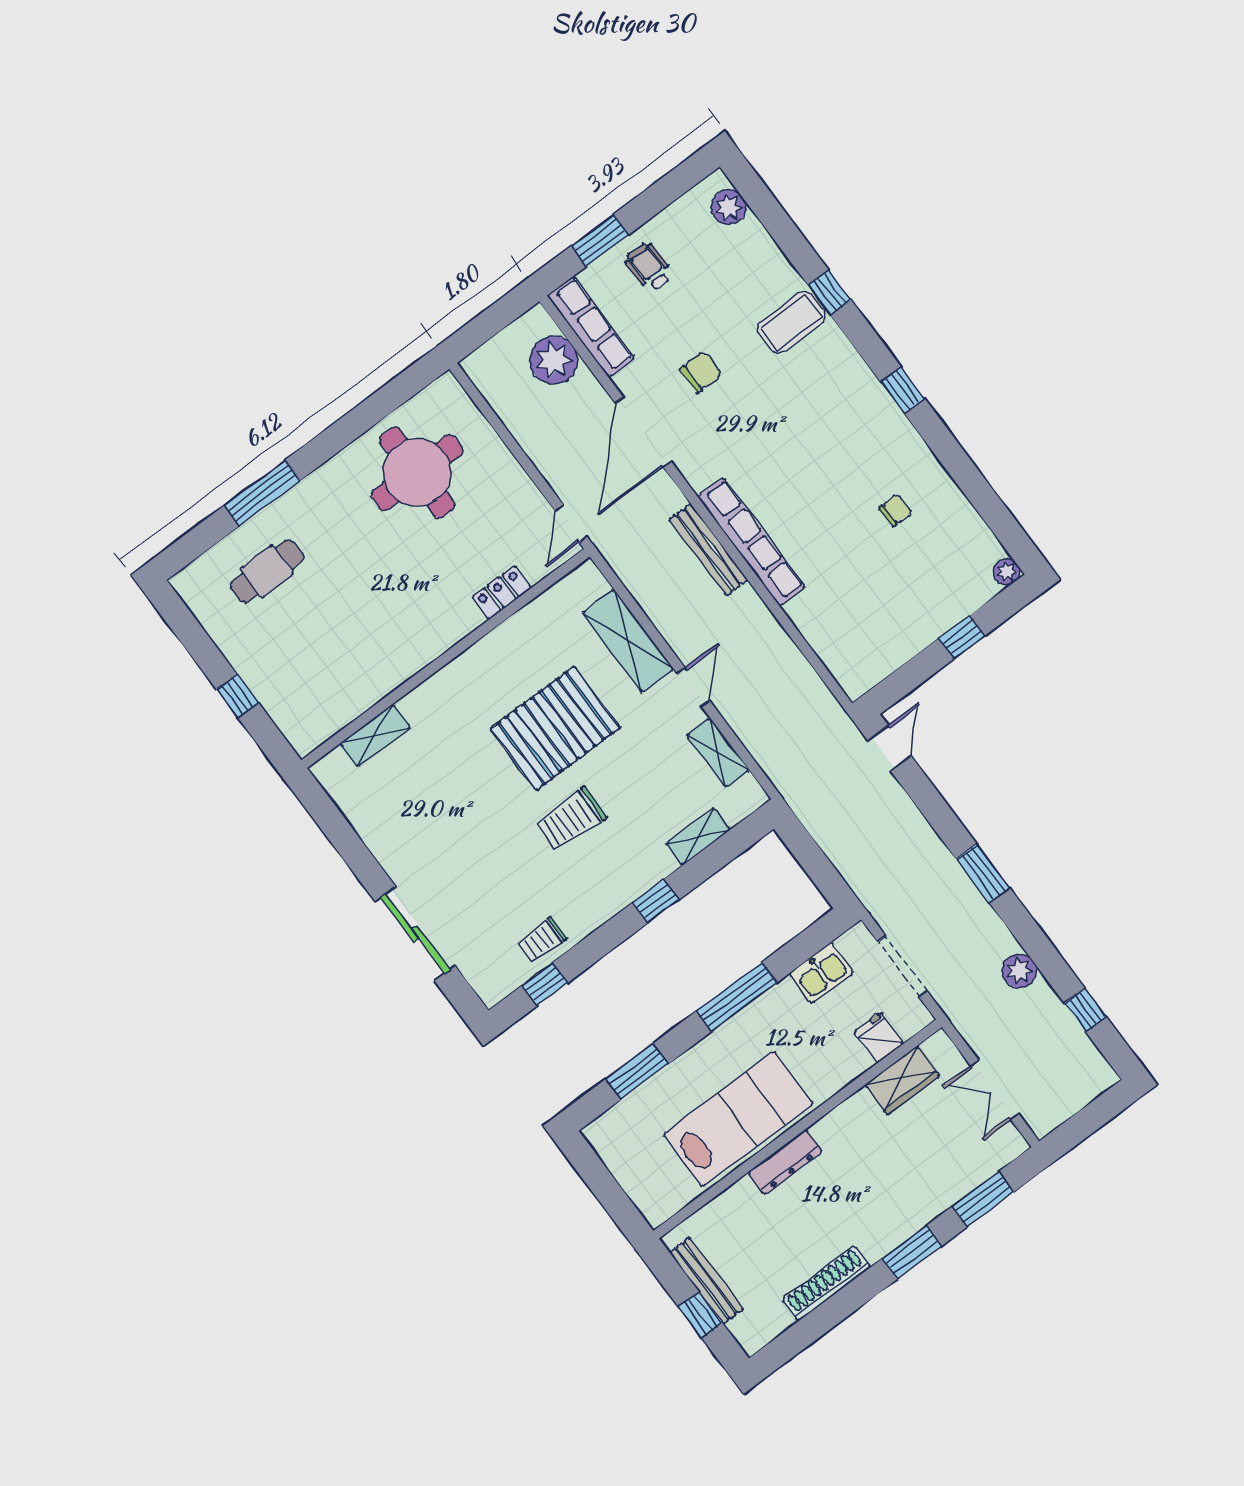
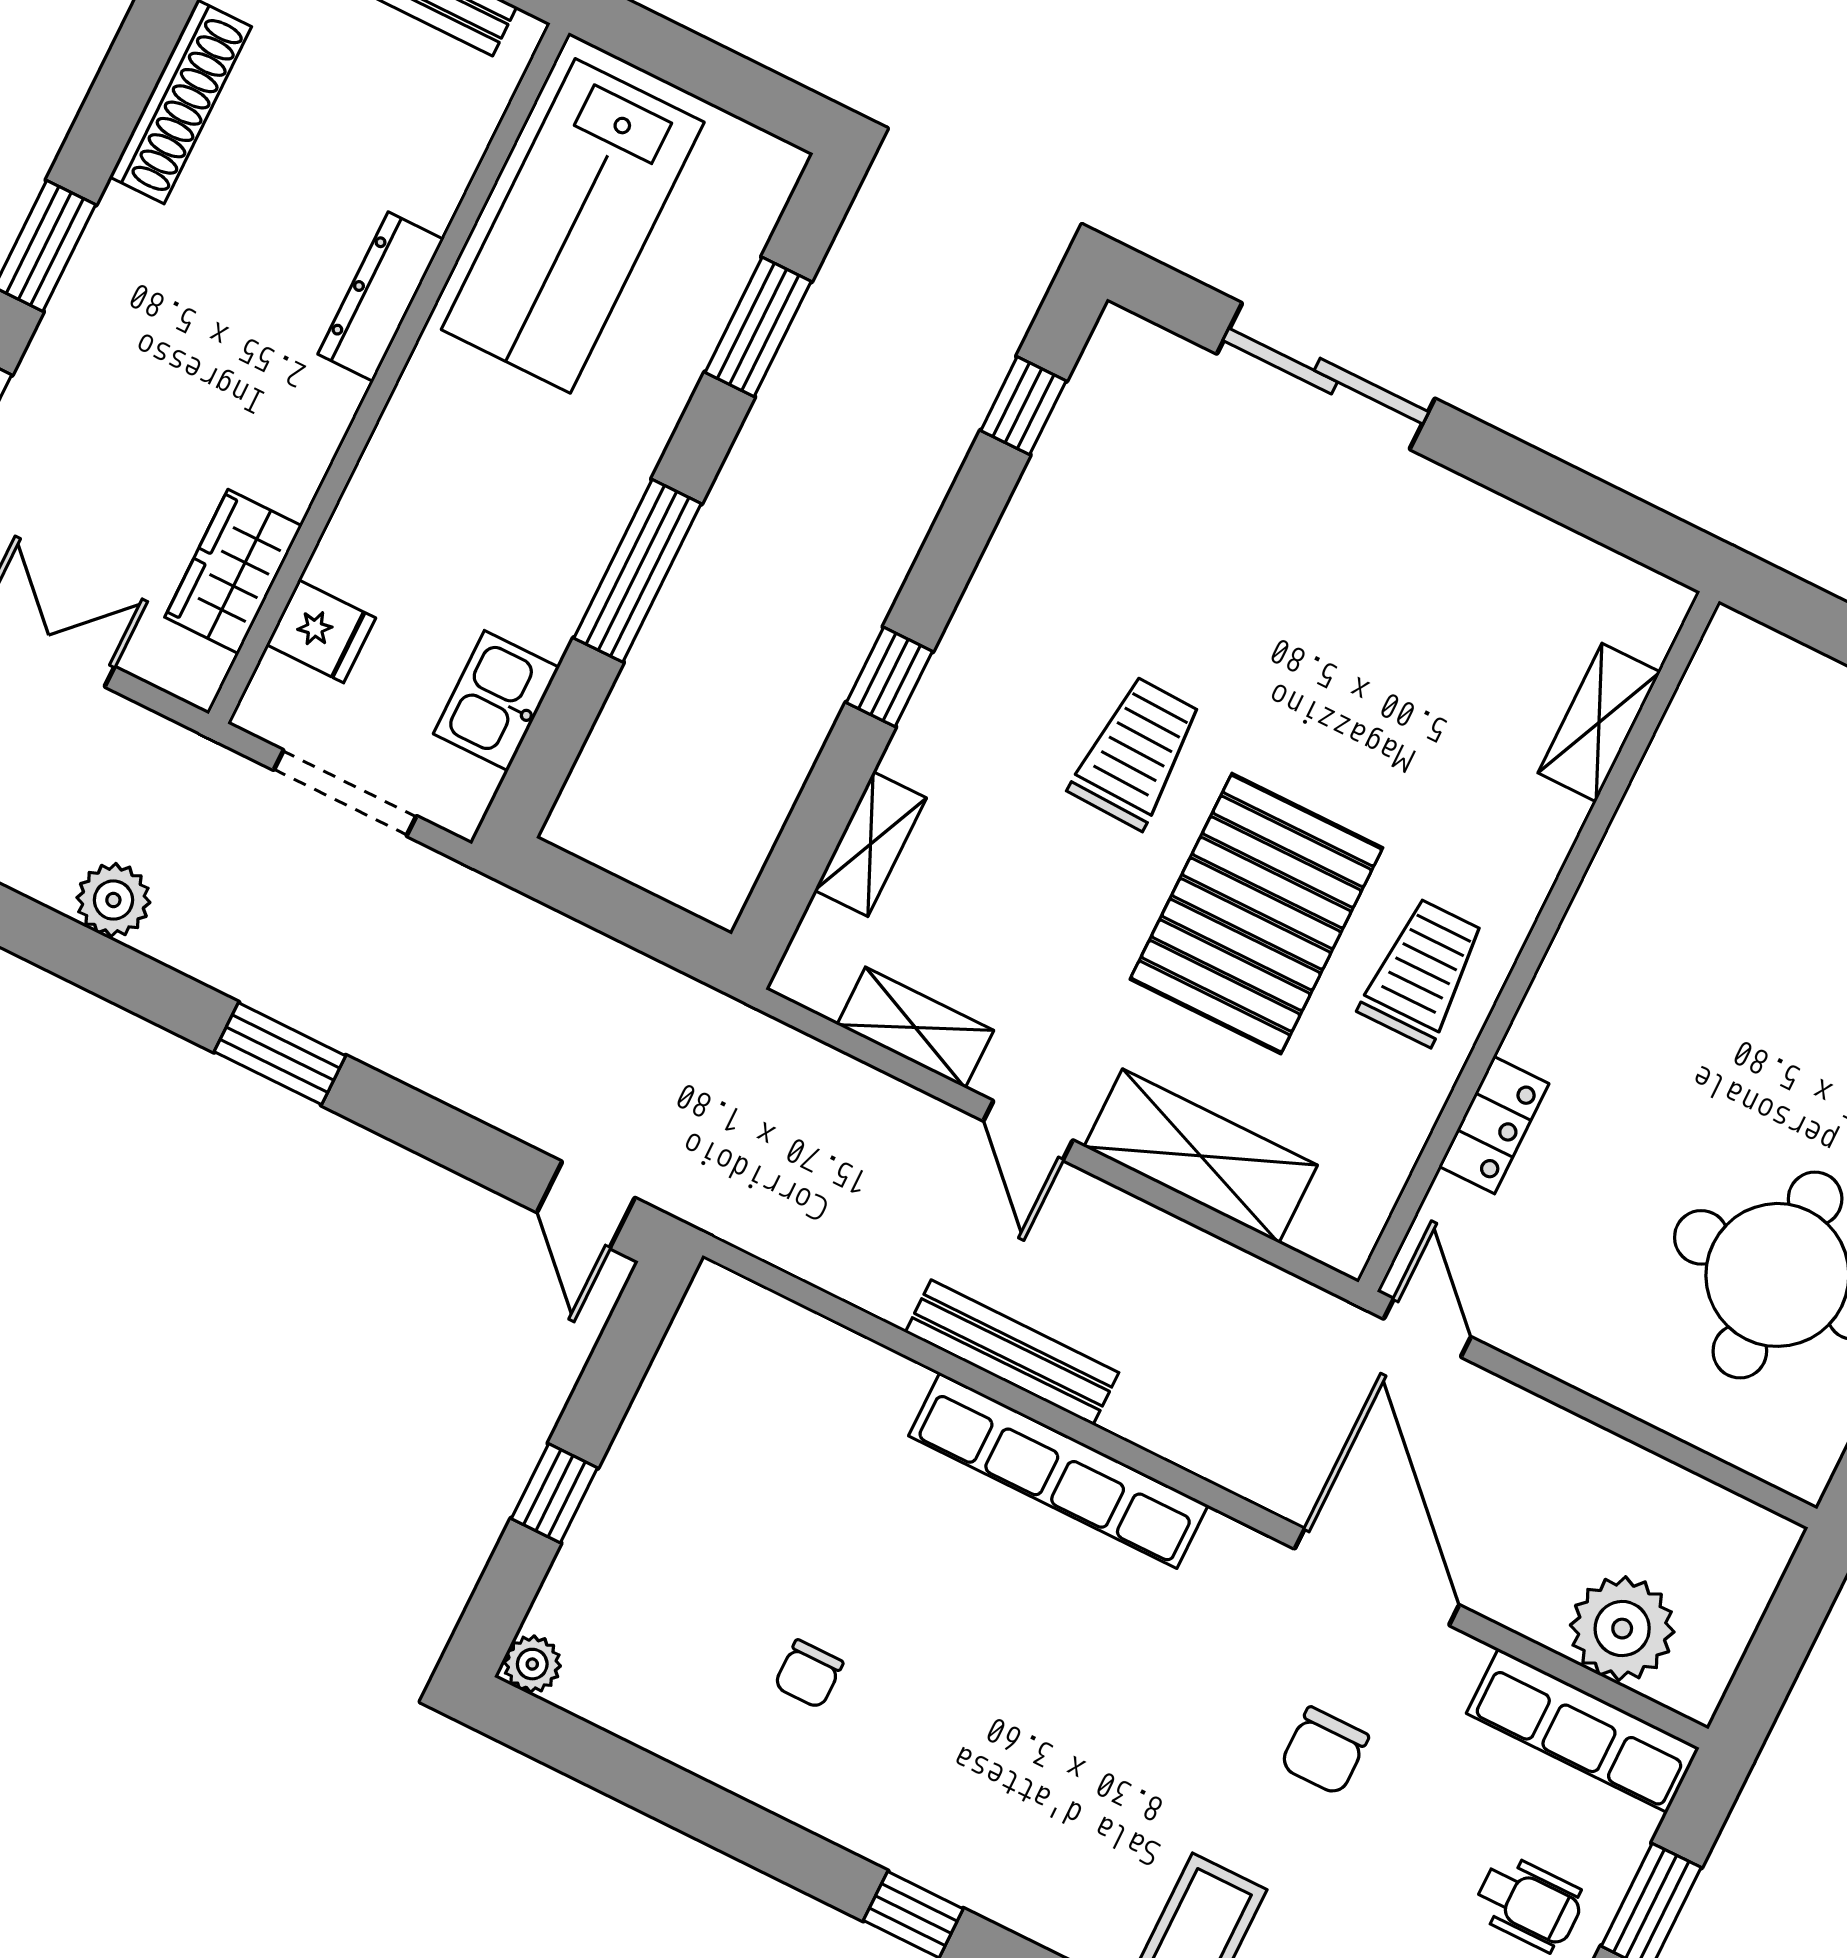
bench: (709, 550) -> (1012, 1352), moved
trolley: (542, 940) -> (1422, 972), moved, width x1.36, depth x1.39
lab bench: (738, 1119) -> (573, 226), moved

